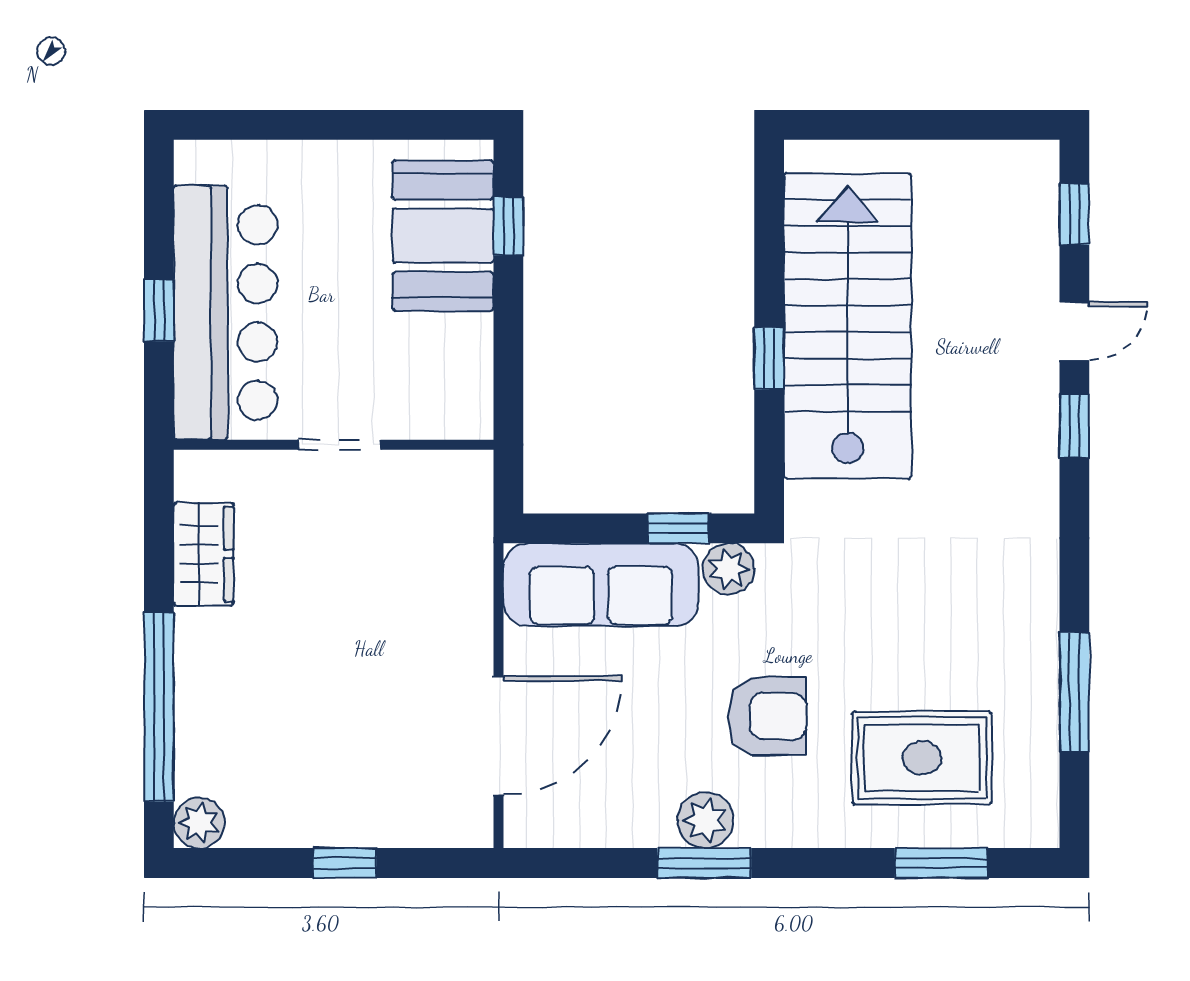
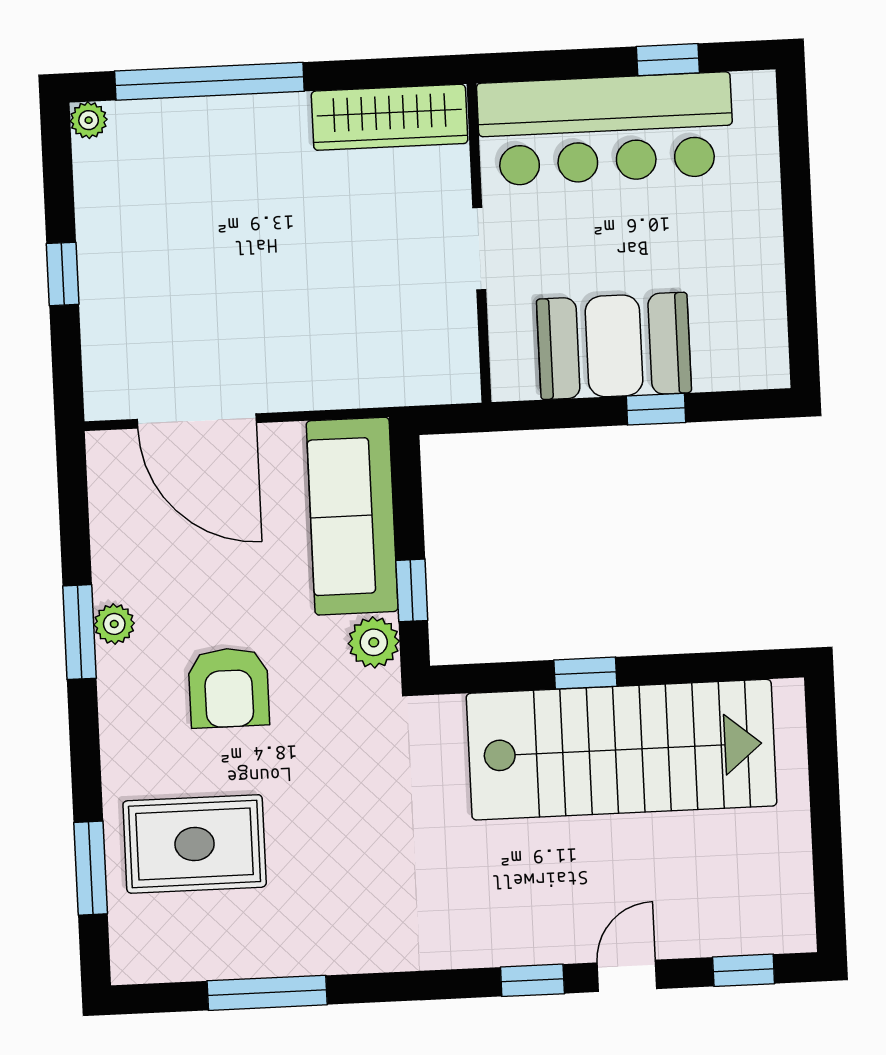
window: (508, 226) -> (656, 409), moved
booth: (443, 236) -> (614, 346), moved
window: (159, 310) -> (668, 60), moved
door: (1074, 331) -> (627, 976), swing flipped
wardrobe: (204, 554) -> (390, 117), width x1.50
rug: (922, 758) -> (195, 844), turned 90
plant: (705, 820) -> (114, 624), width x0.73, depth x0.73
plant: (199, 823) -> (89, 120), width x0.73, depth x0.73

